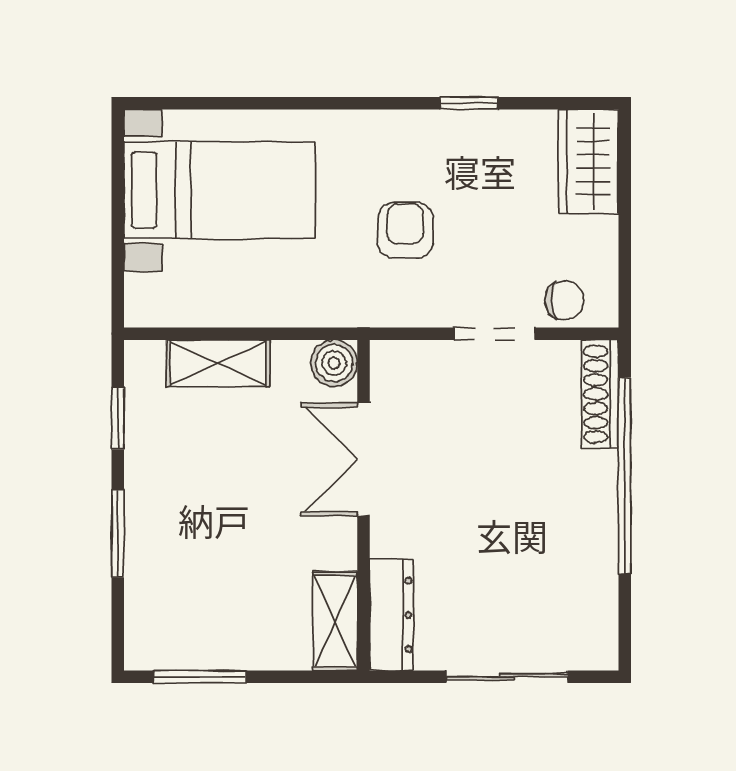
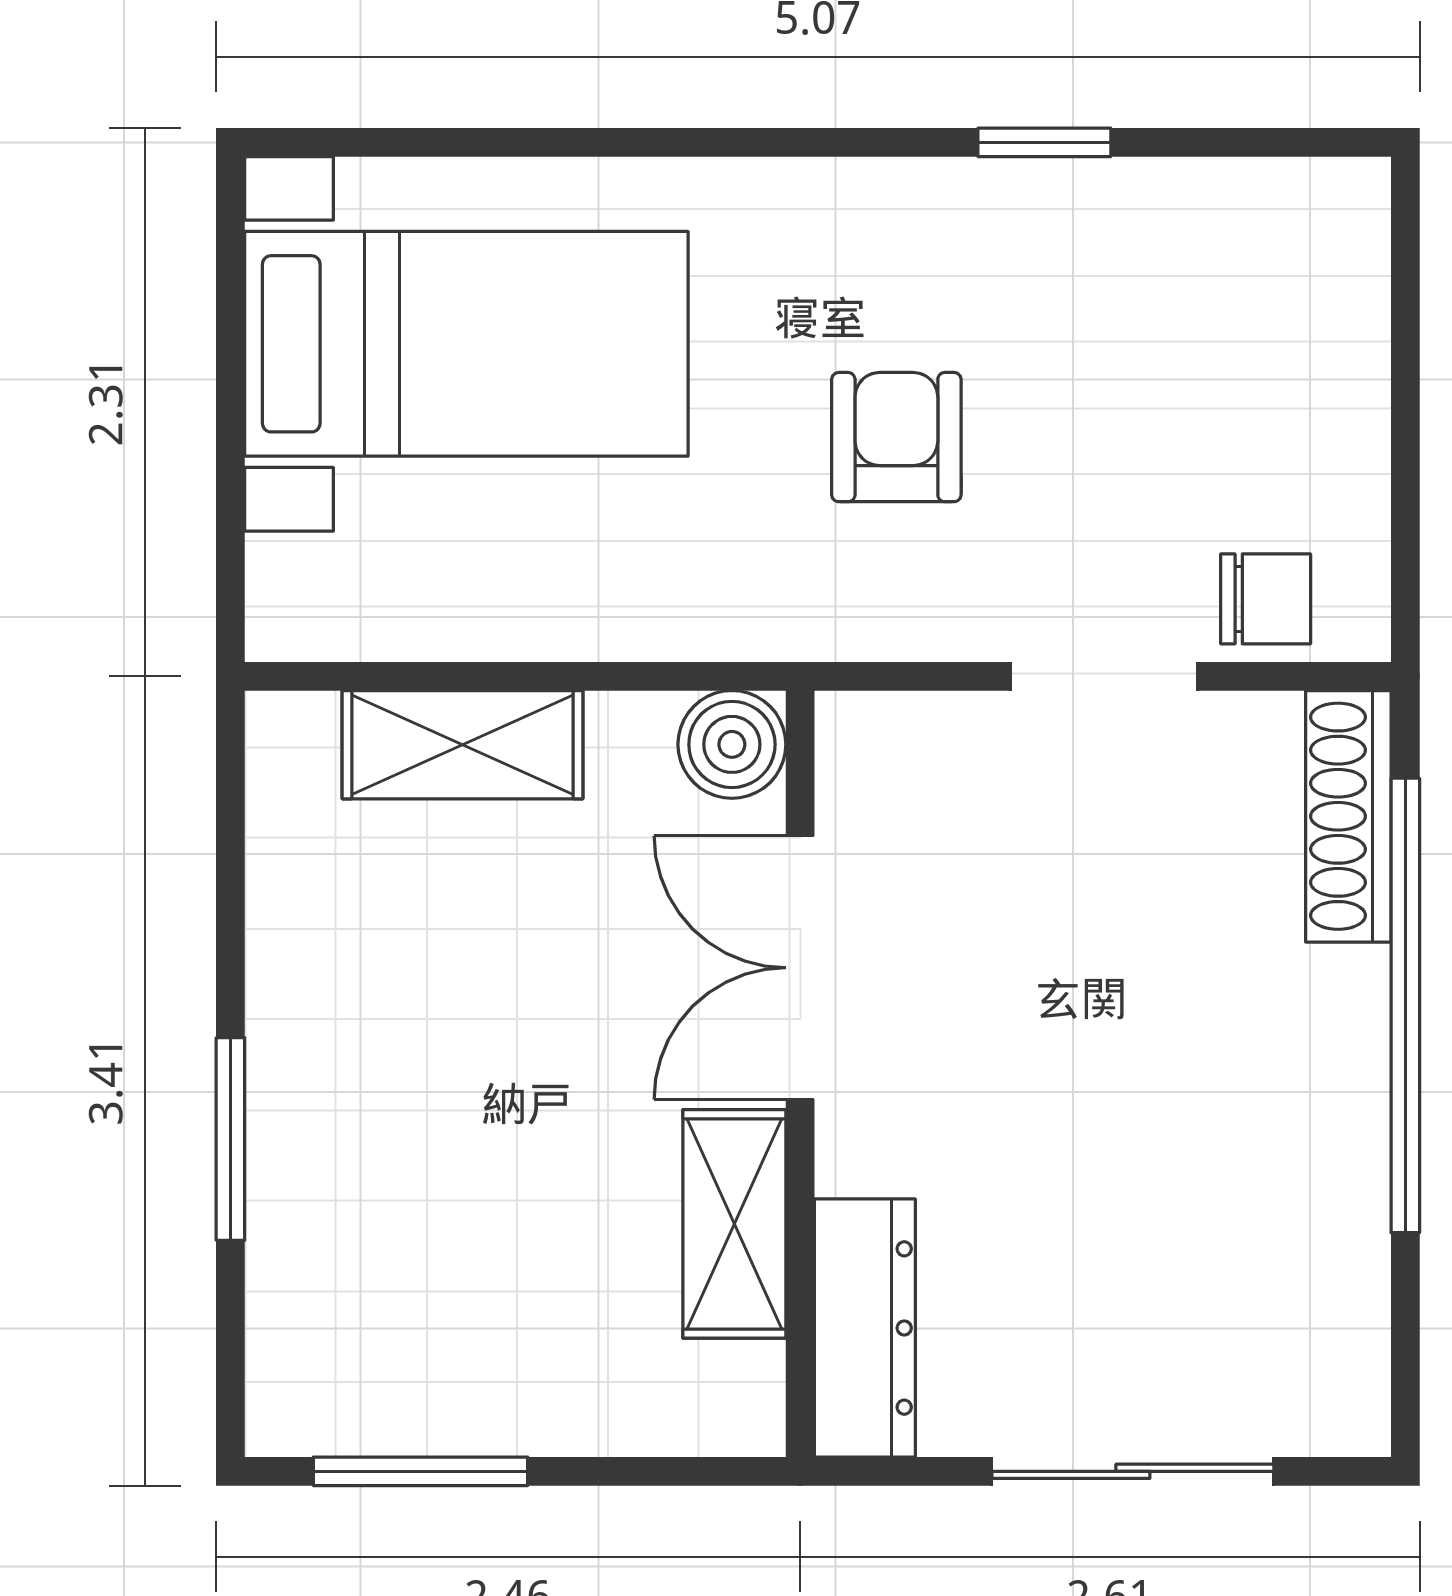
wardrobe: (588, 161) -> (1321, 277), removed
window: (118, 418) -> (230, 873), removed
shelving: (335, 621) -> (734, 1224), moved

